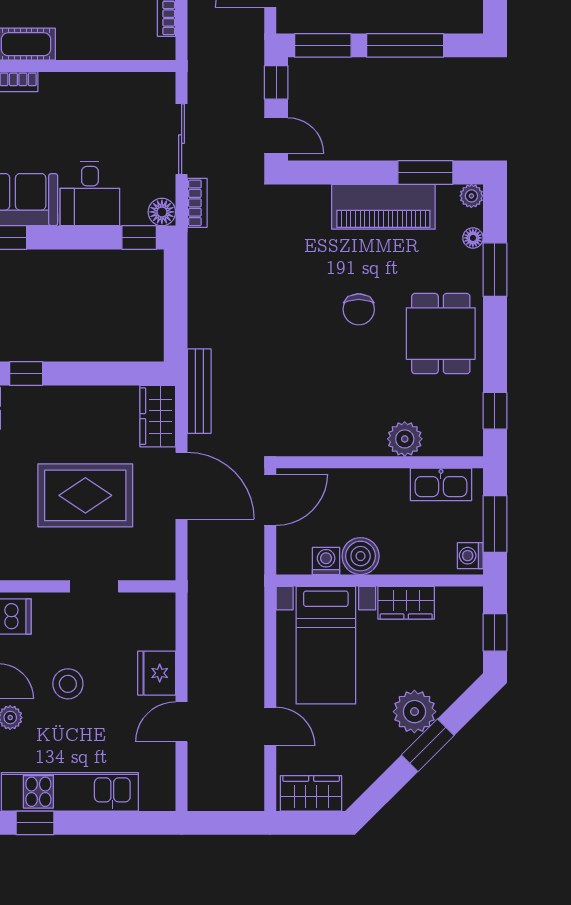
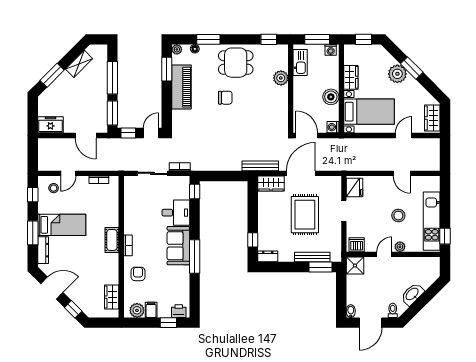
floor lamp: (162, 212) -> (184, 182), removed
washing machine: (326, 561) -> (333, 127), moved
fridge: (157, 673) -> (354, 188), moved, turned -90
stool: (68, 684) -> (398, 216), moved

